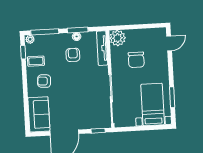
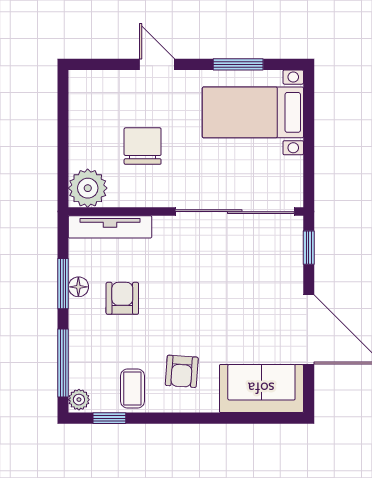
door: (169, 43) -> (157, 64), moved
armchair: (73, 55) -> (122, 298), turned 90
chair: (136, 60) -> (143, 146), turned -90

